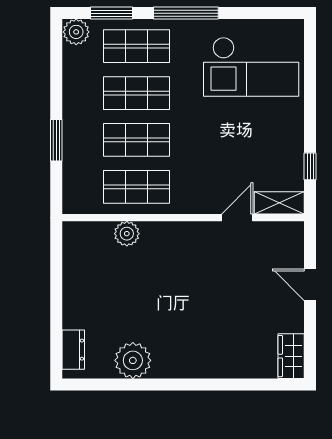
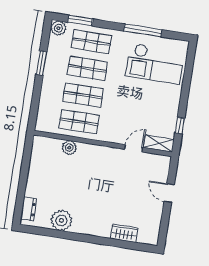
window: (186, 13) -> (143, 30), moved
window: (56, 140) -> (41, 63), moved
wardrobe: (291, 356) -> (124, 233), moved, turned 90

